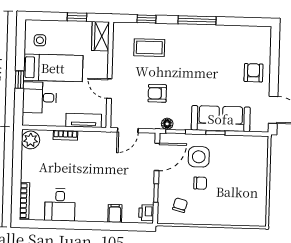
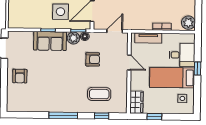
sofa: (221, 119) -> (50, 41), width x0.73
plant: (182, 122) -> (73, 38), added

